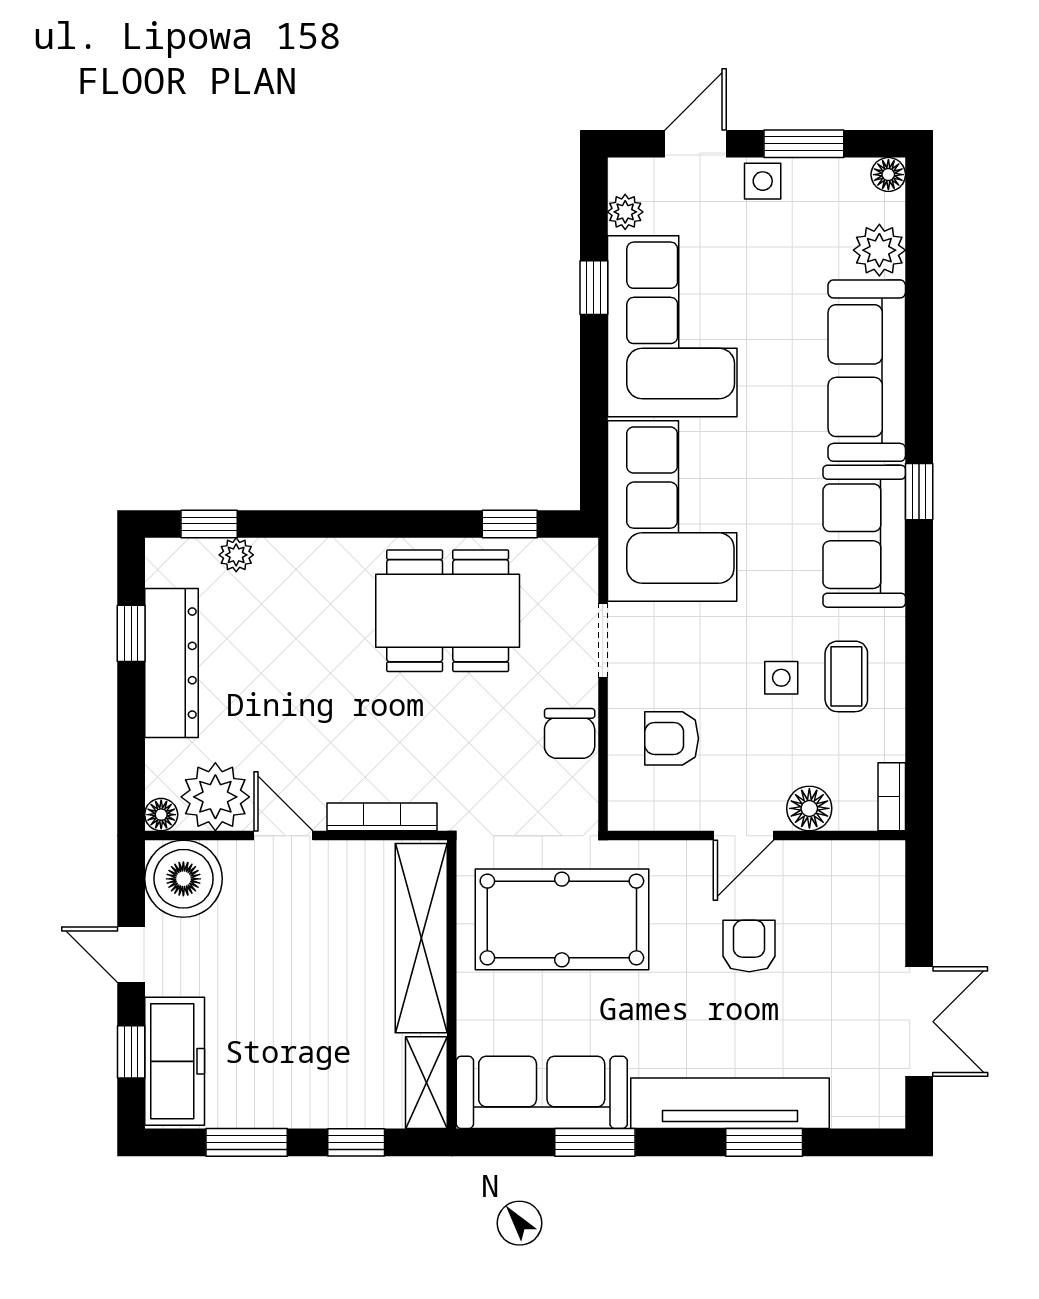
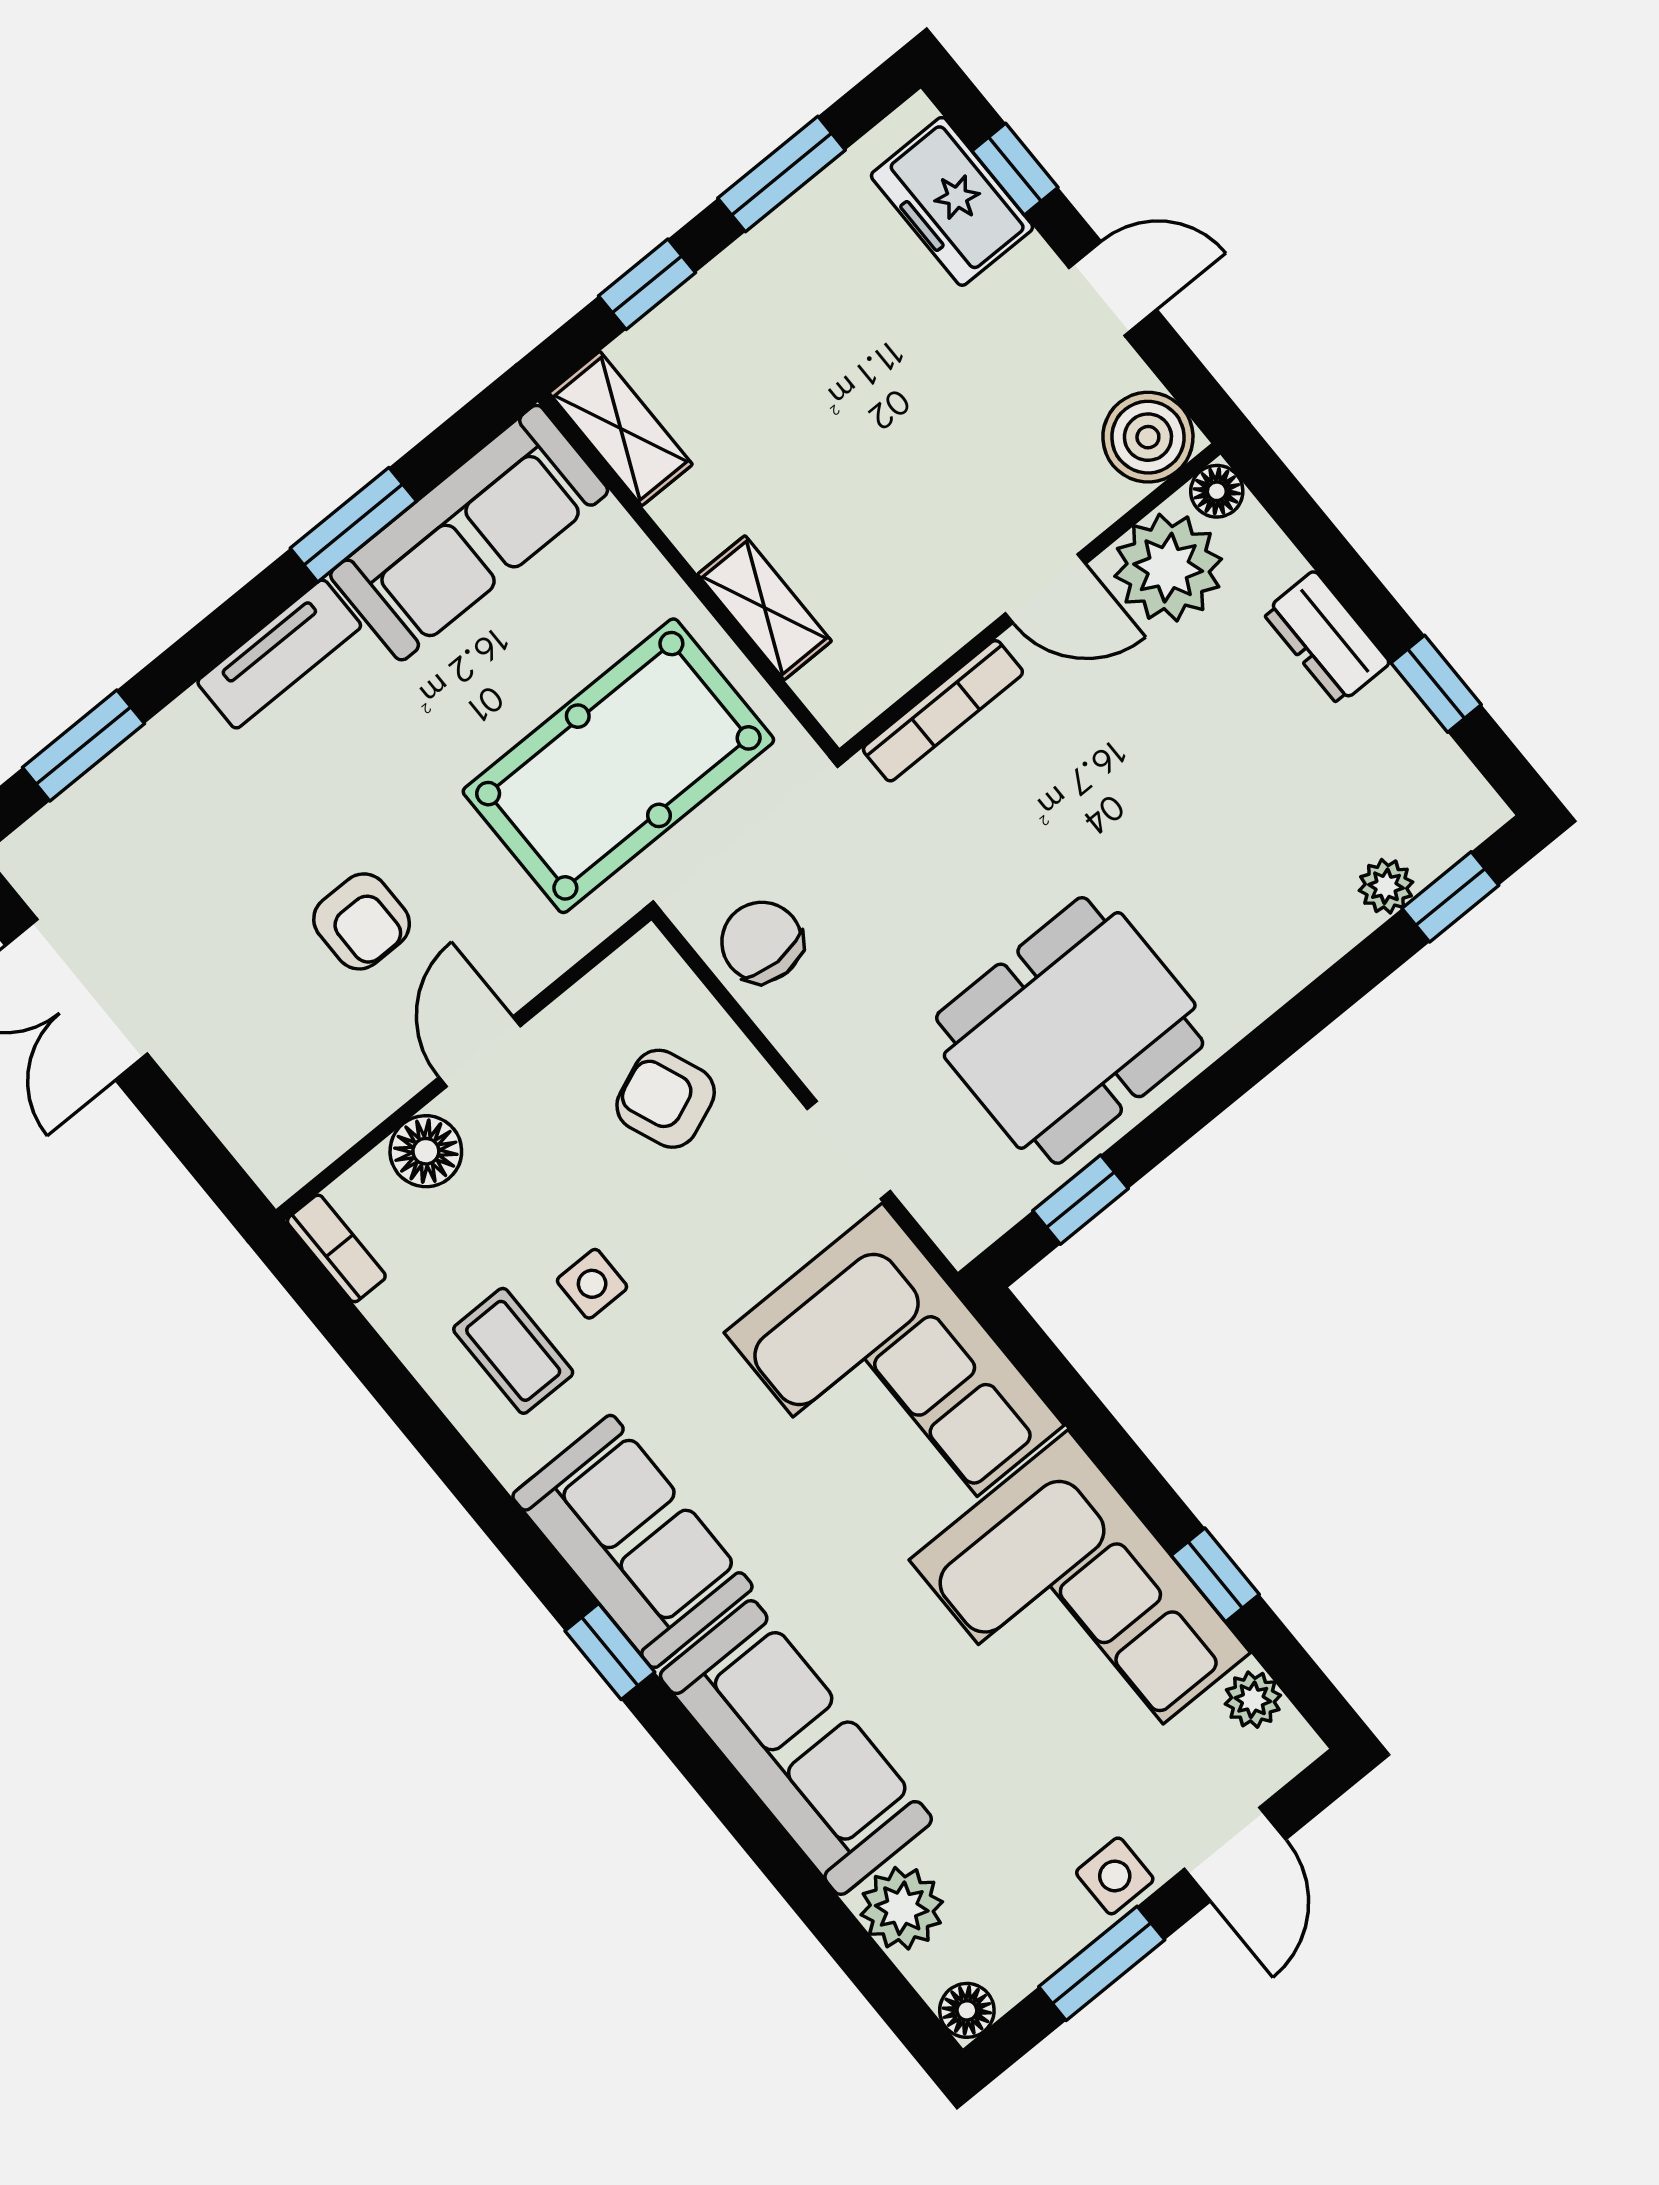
dresser: (171, 663) -> (1326, 638), width x0.51, depth x0.80
chair: (570, 733) -> (762, 942), moved
armchair: (672, 738) -> (666, 1099), turned -112
boiler: (183, 879) -> (1148, 437), width x0.73, depth x0.73
shelving: (421, 938) -> (765, 608), width x0.45, depth x0.75
freezer: (175, 1061) -> (952, 201), width x0.71
tv unit: (730, 1103) -> (279, 654), width x0.52, depth x0.78
window: (764, 1142) -> (83, 746), moved

